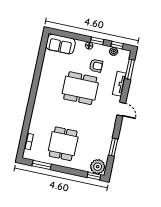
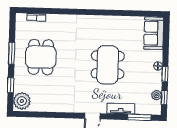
armchair: (96, 66) -> (137, 78), removed
dining table: (63, 144) -> (41, 57), turned 90
window: (113, 147) -> (47, 115), removed
window: (42, 165) -> (12, 53), moved
window: (94, 176) -> (11, 85), moved

